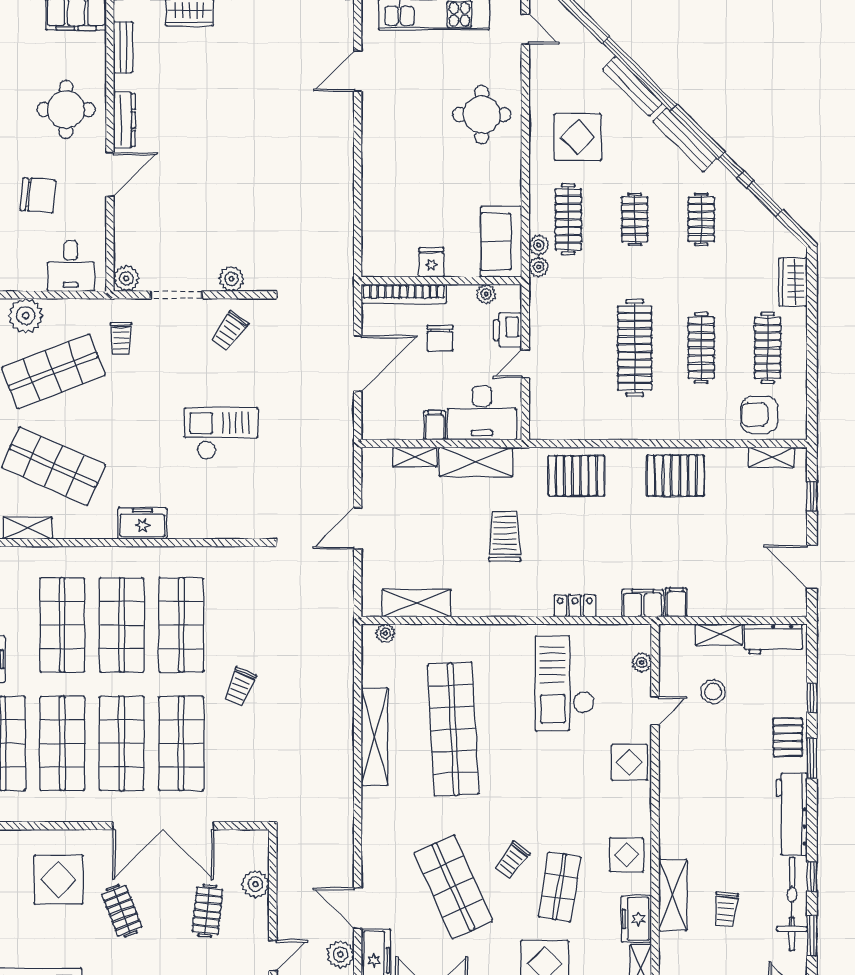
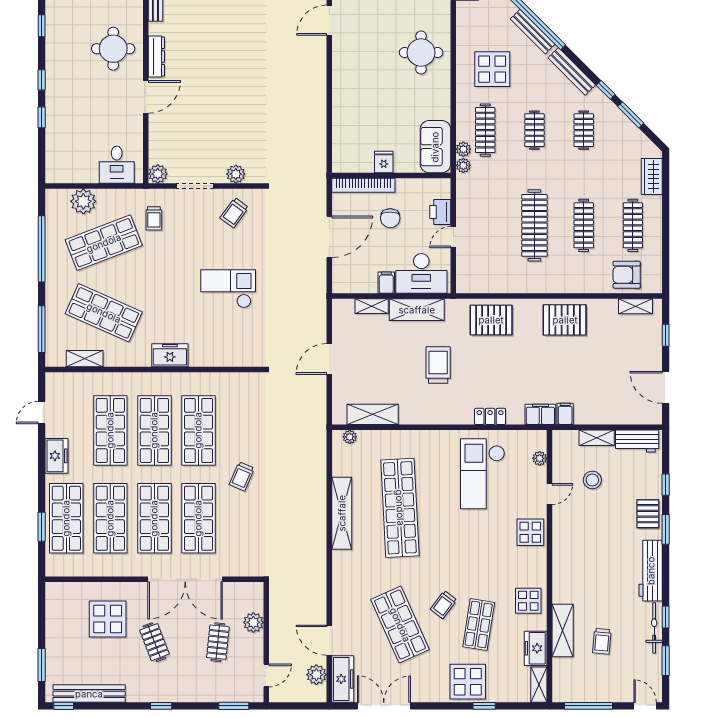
chair: (38, 195) -> (92, 112), removed
plant: (486, 294) -> (424, 185), removed
bicycle: (792, 904) -> (654, 628), width x0.73, depth x0.71

